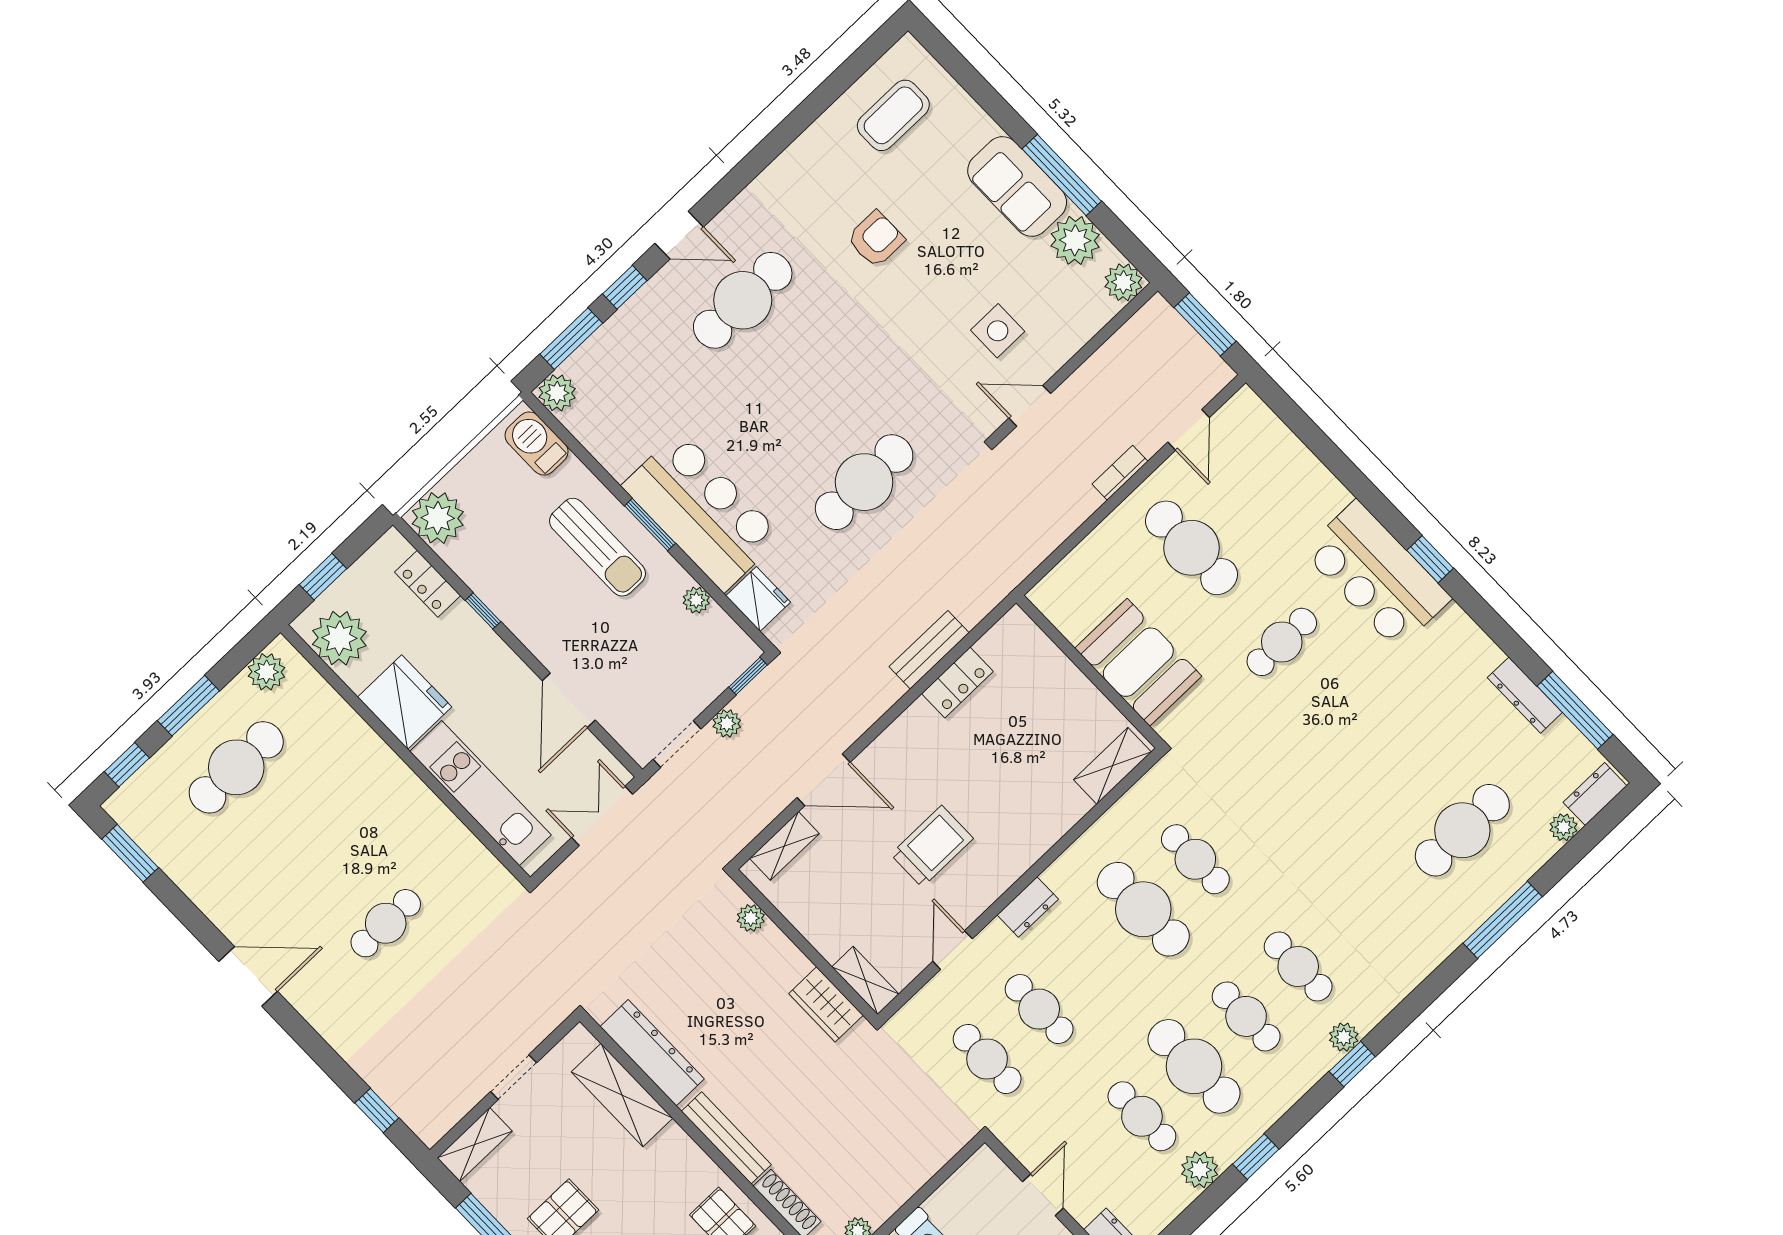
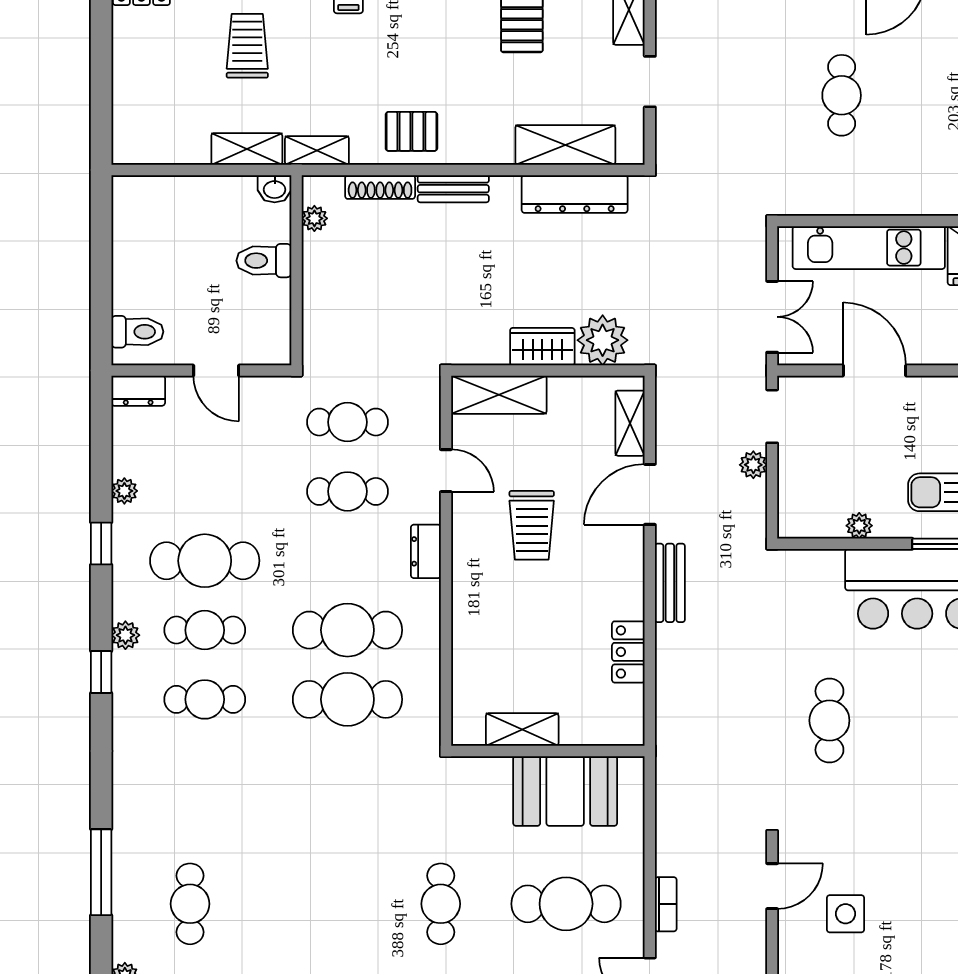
cafe table: (864, 482) -> (829, 720), width x0.73, depth x0.74
fridge: (758, 599) -> (819, 569), removed
bench: (929, 650) -> (670, 583), moved
booth: (1138, 662) -> (565, 791), moved
window: (748, 676) -> (772, 511), removed
shelving: (1112, 766) -> (522, 730), moved, turned 90
cafe table: (1462, 830) -> (190, 904), width x0.73, depth x0.74
cafe table: (1195, 859) -> (347, 699), width x1.37, depth x1.35
plant: (751, 918) -> (603, 340), width x1.87, depth x1.87
shelving: (865, 980) -> (499, 395), width x1.50, depth x1.33
wardrobe: (826, 1004) -> (542, 347), moved
plant: (1344, 1037) -> (125, 635), moved
cafe table: (1142, 1116) -> (205, 491), removed
bench: (726, 1138) -> (453, 189), width x0.73
plant: (1200, 1170) -> (124, 491), width x0.73, depth x0.73

